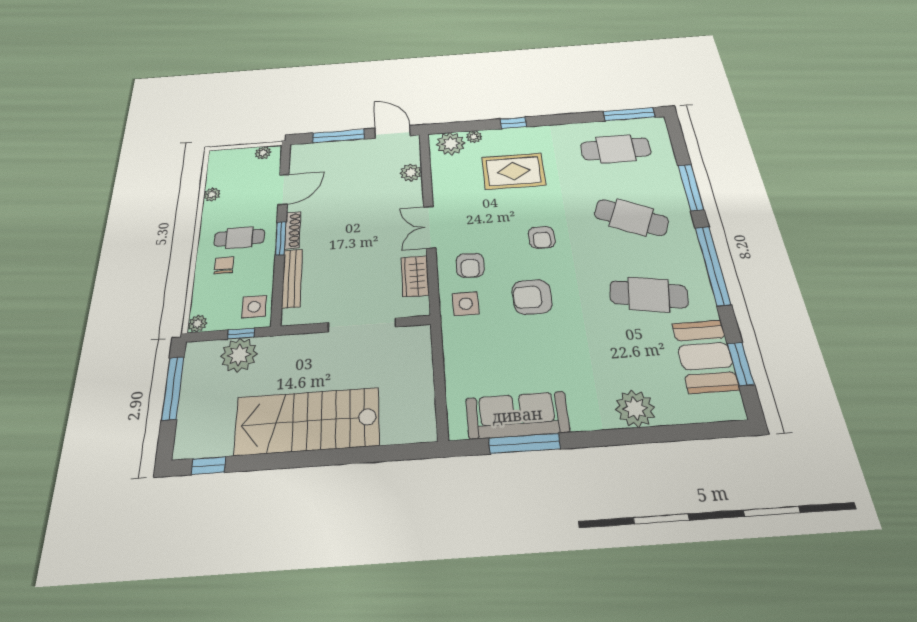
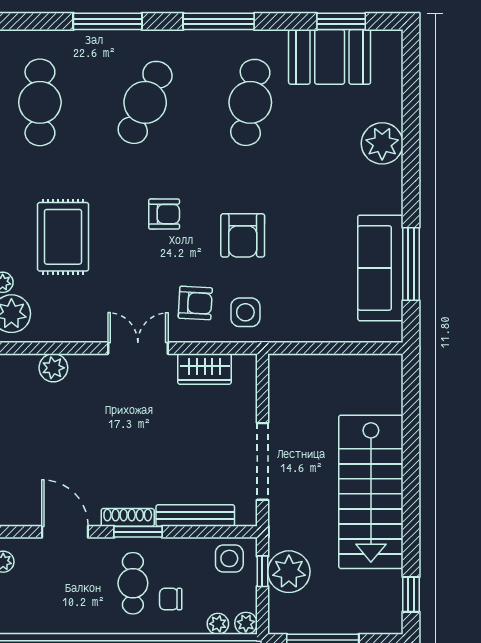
plant: (212, 194) -> (218, 624), moved
double door: (430, 227) -> (138, 348), swing flipped
window: (713, 265) -> (219, 21), width x0.68
doorway: (362, 325) -> (262, 461), moved

